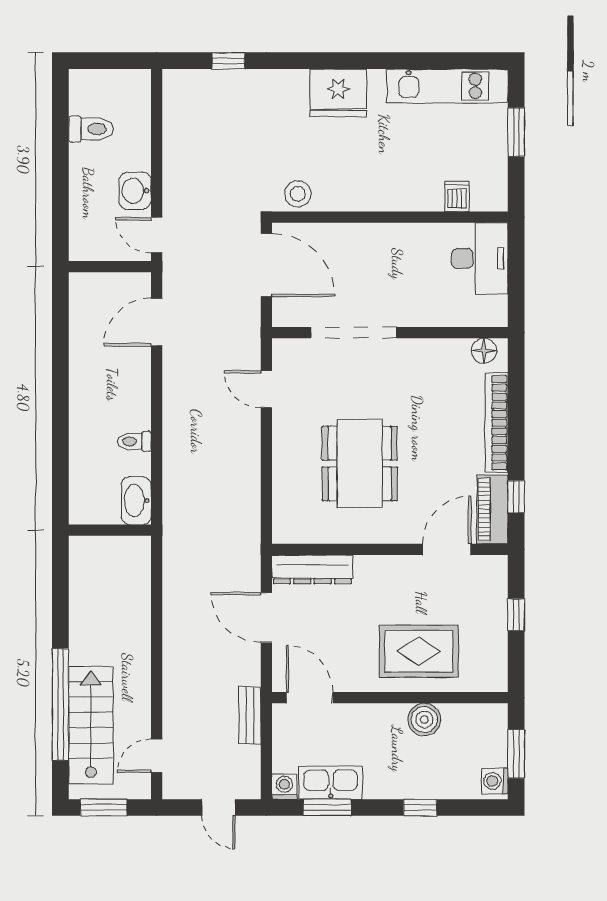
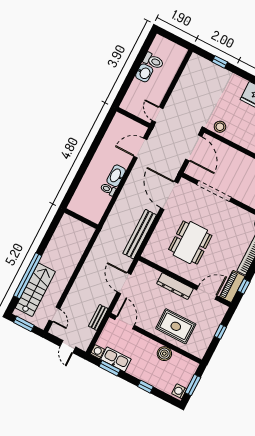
washbasin: (135, 191) -> (144, 73), moved, turned 180
door: (266, 389) -> (169, 195), width x1.87
bench: (246, 500) -> (140, 234), added
washbasin: (136, 501) -> (116, 176), moved
dresser: (312, 569) -> (175, 286), moved
door: (157, 756) -> (54, 314), swing flipped

